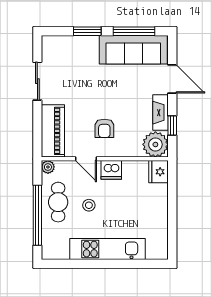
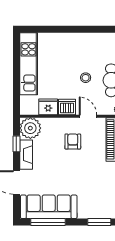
window: (87, 31) -> (99, 222), moved
fridge: (159, 172) -> (48, 107), moved, turned -90
kitchen unit: (108, 249) -> (29, 64), moved, turned -90

